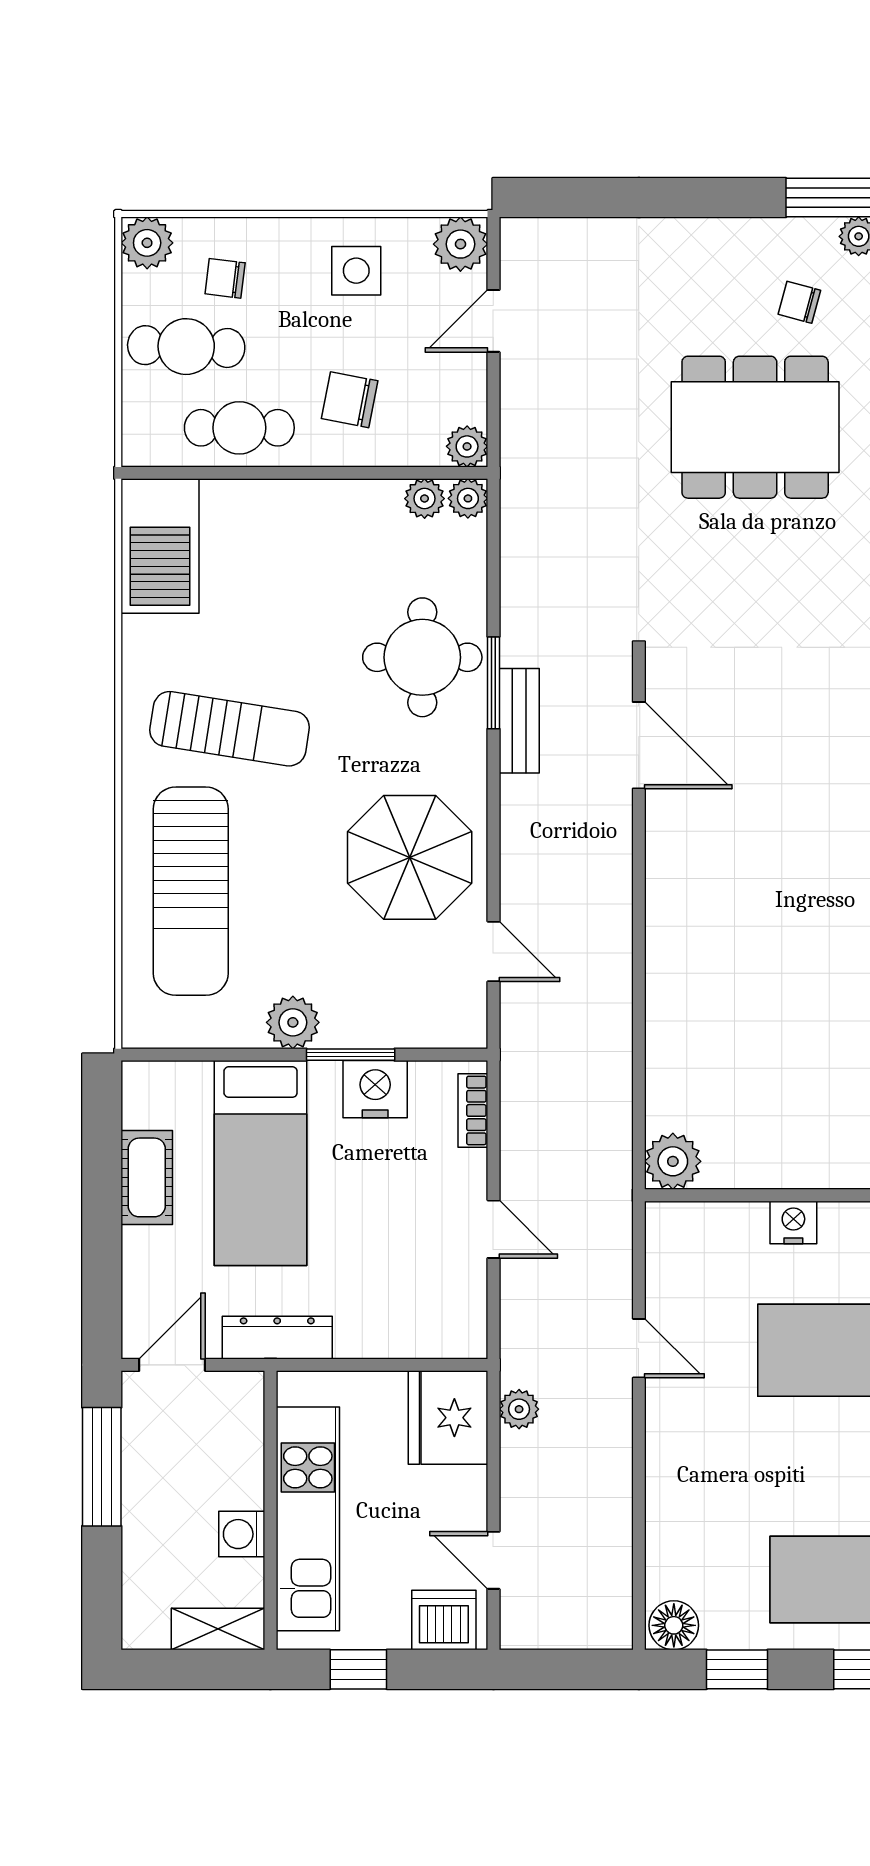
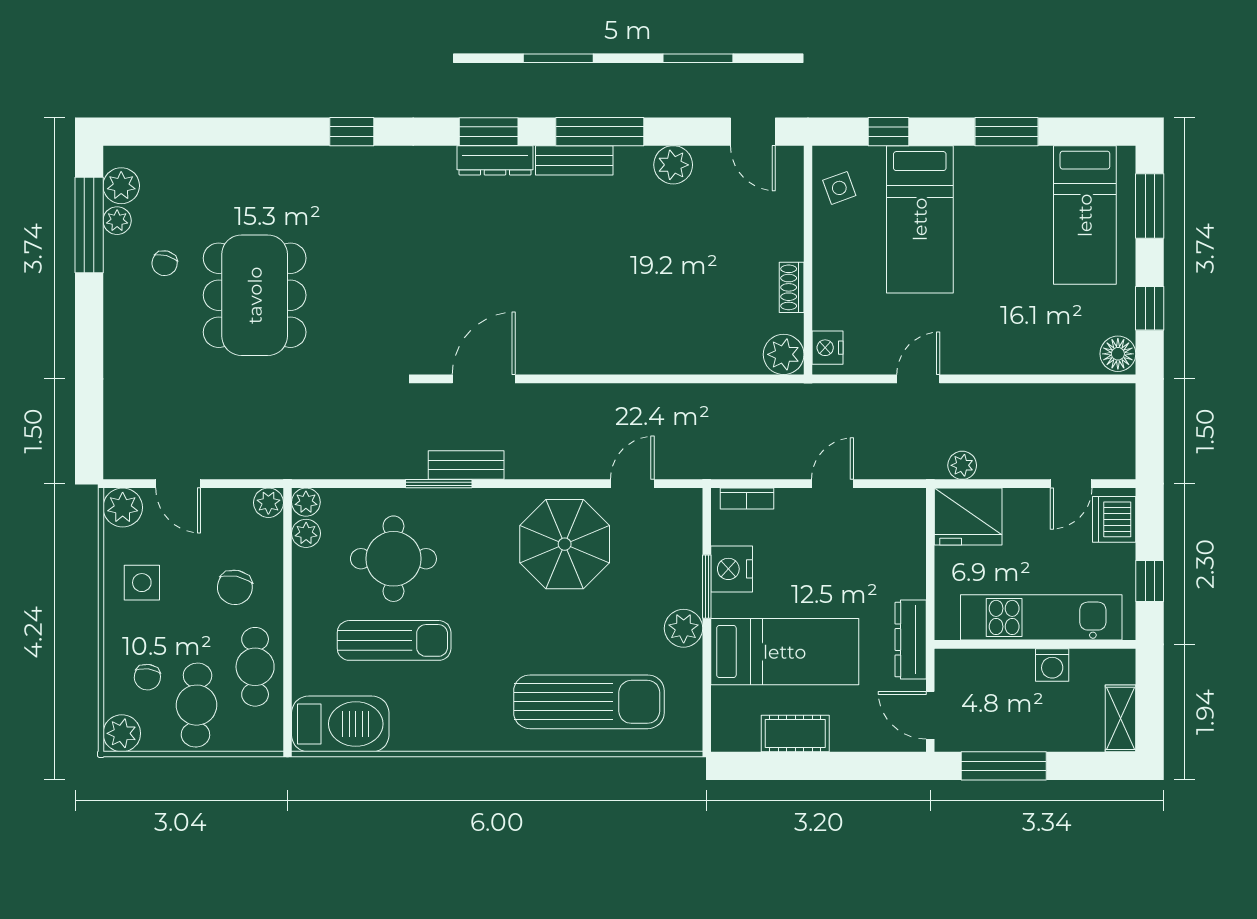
round table: (422, 657) -> (393, 559), moved
sun lounger: (230, 729) -> (394, 640), moved, turned 81
shoe rack: (766, 1172) -> (792, 287), added
nightstand: (793, 1222) -> (828, 348), moved
shelving: (218, 1629) -> (1121, 718), moved

